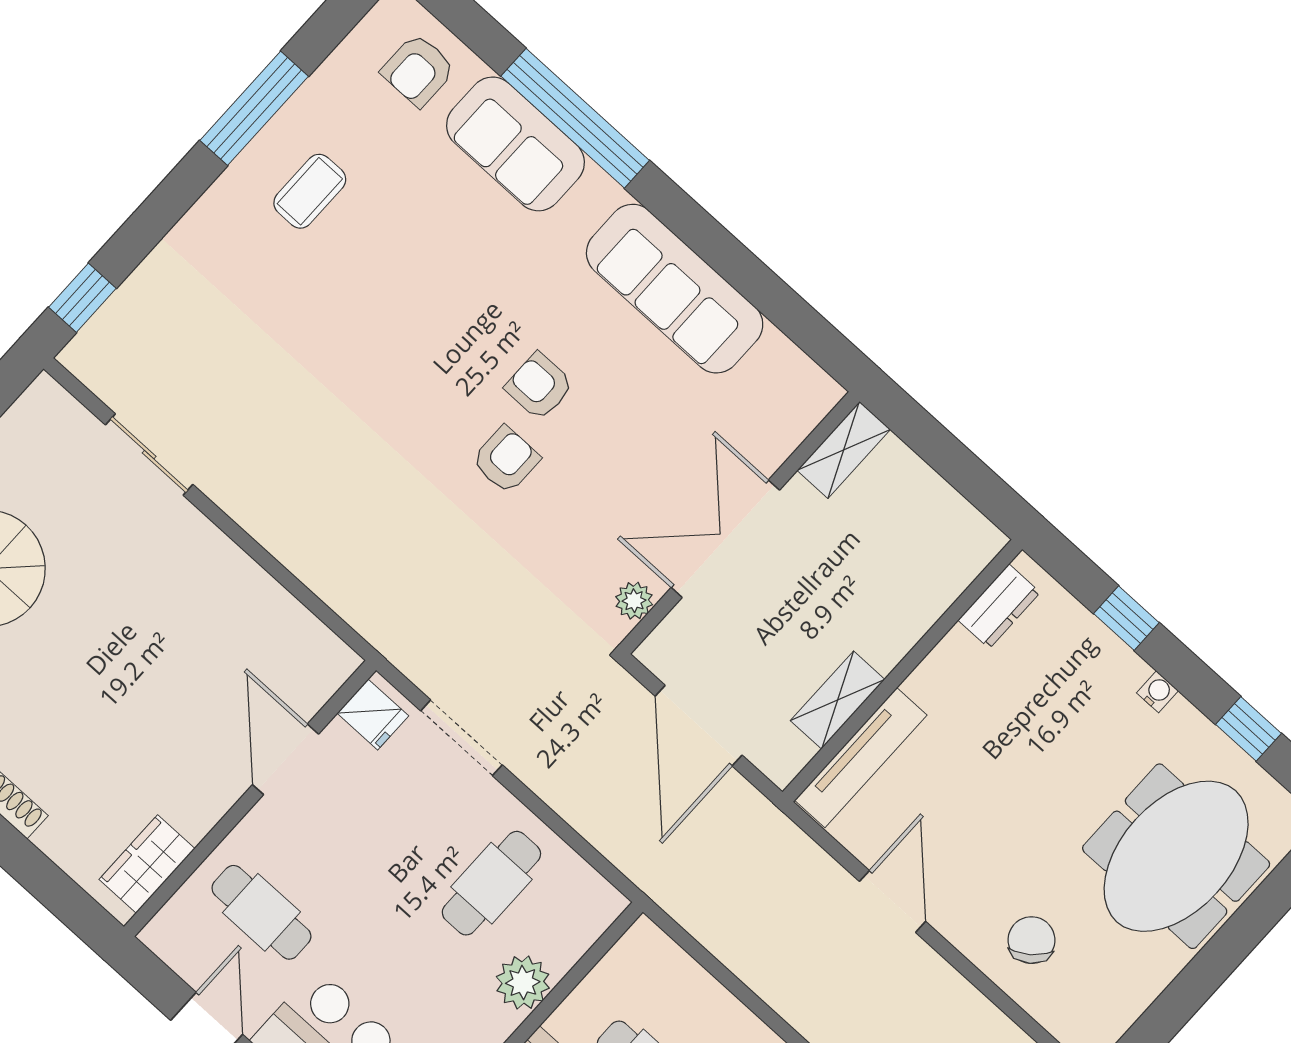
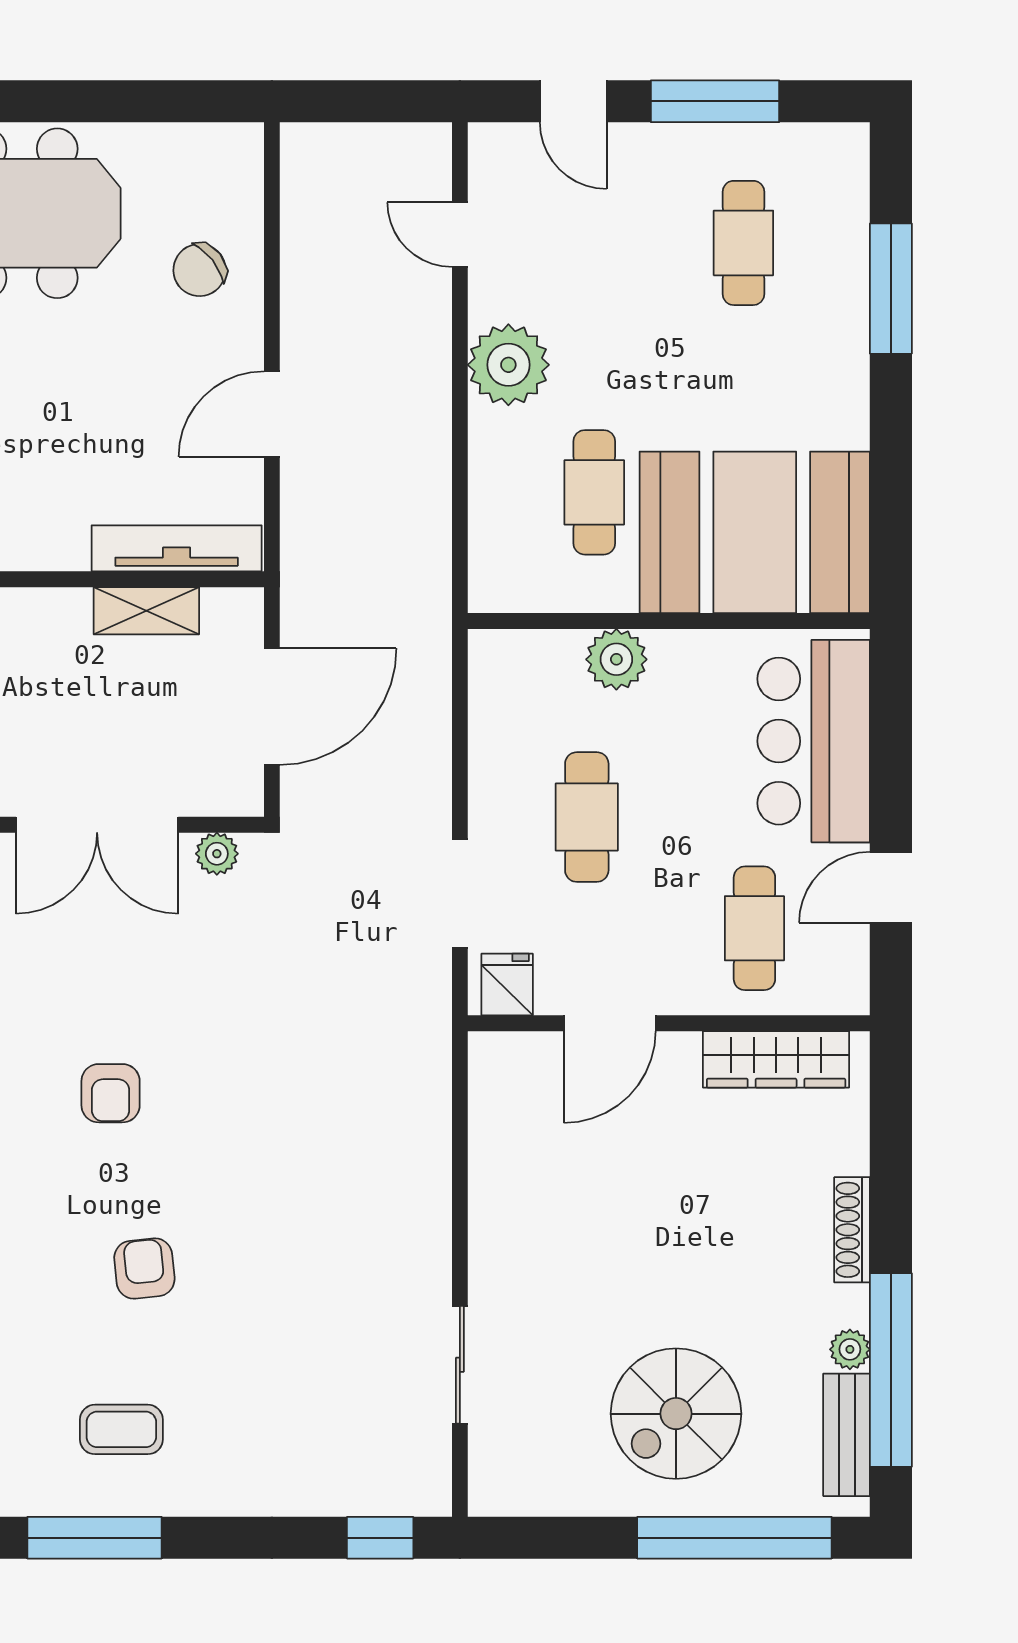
armchair: (506, 460) -> (144, 1268), moved, turned 84
wardrobe: (147, 864) -> (776, 1059), width x1.50
cafe table: (491, 883) -> (587, 817), moved, turned 90

